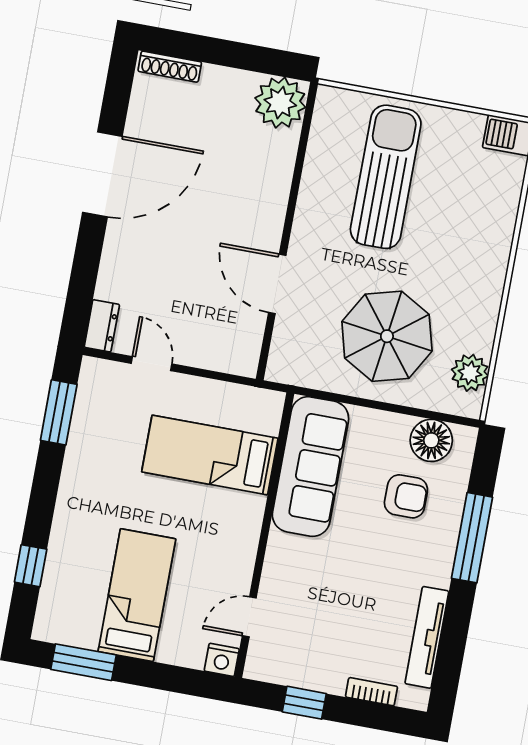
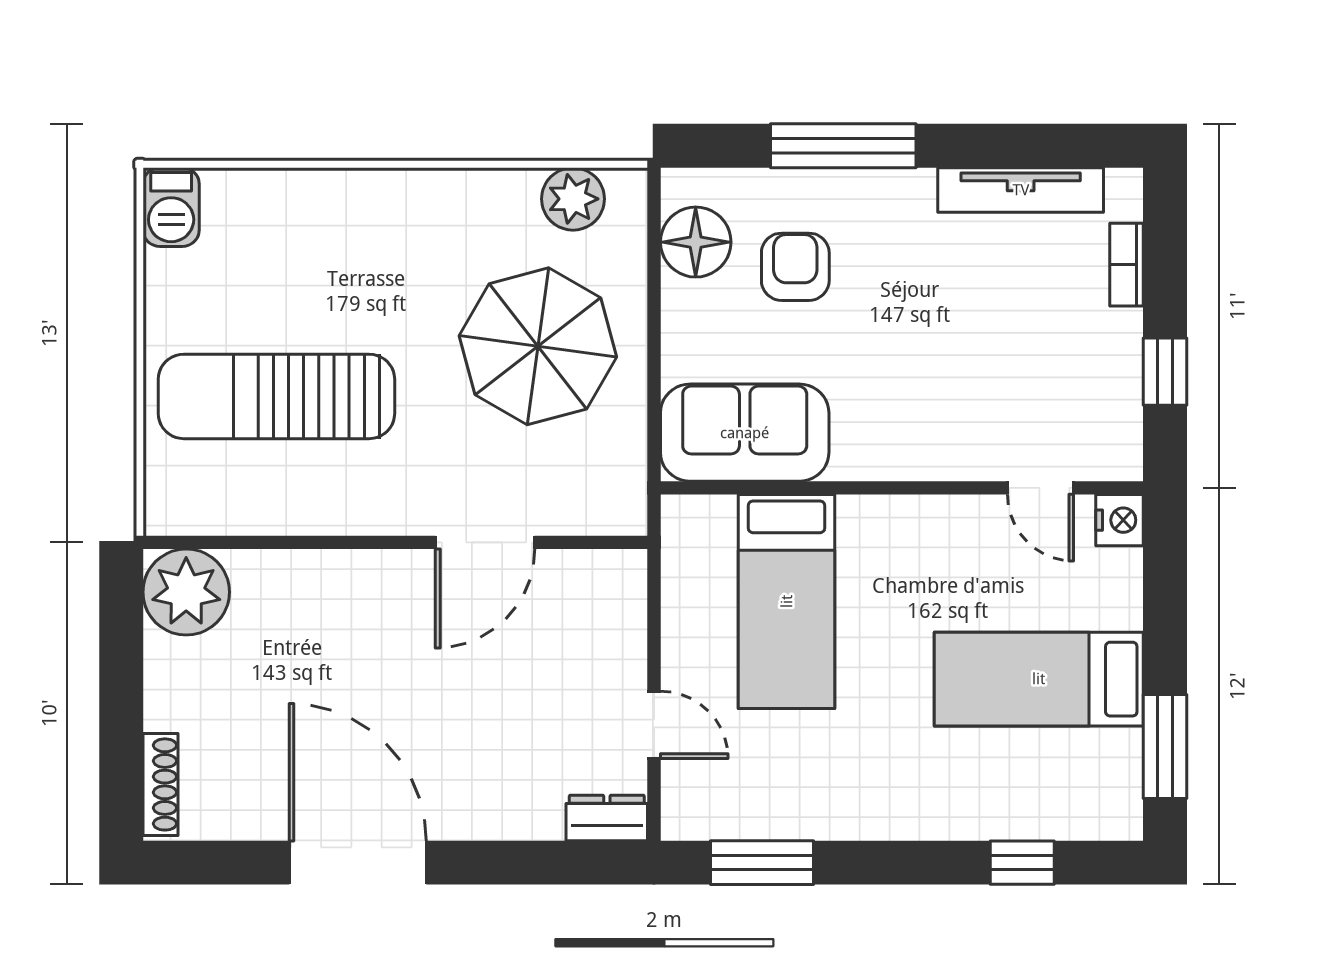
door: (152, 364) -> (654, 725), swing flipped
sofa: (310, 467) -> (745, 433), width x0.73

